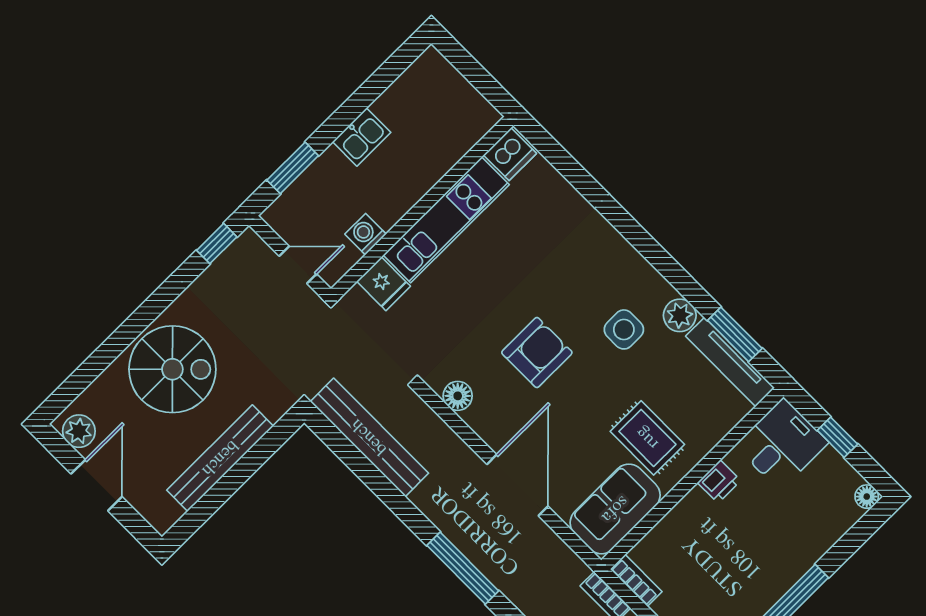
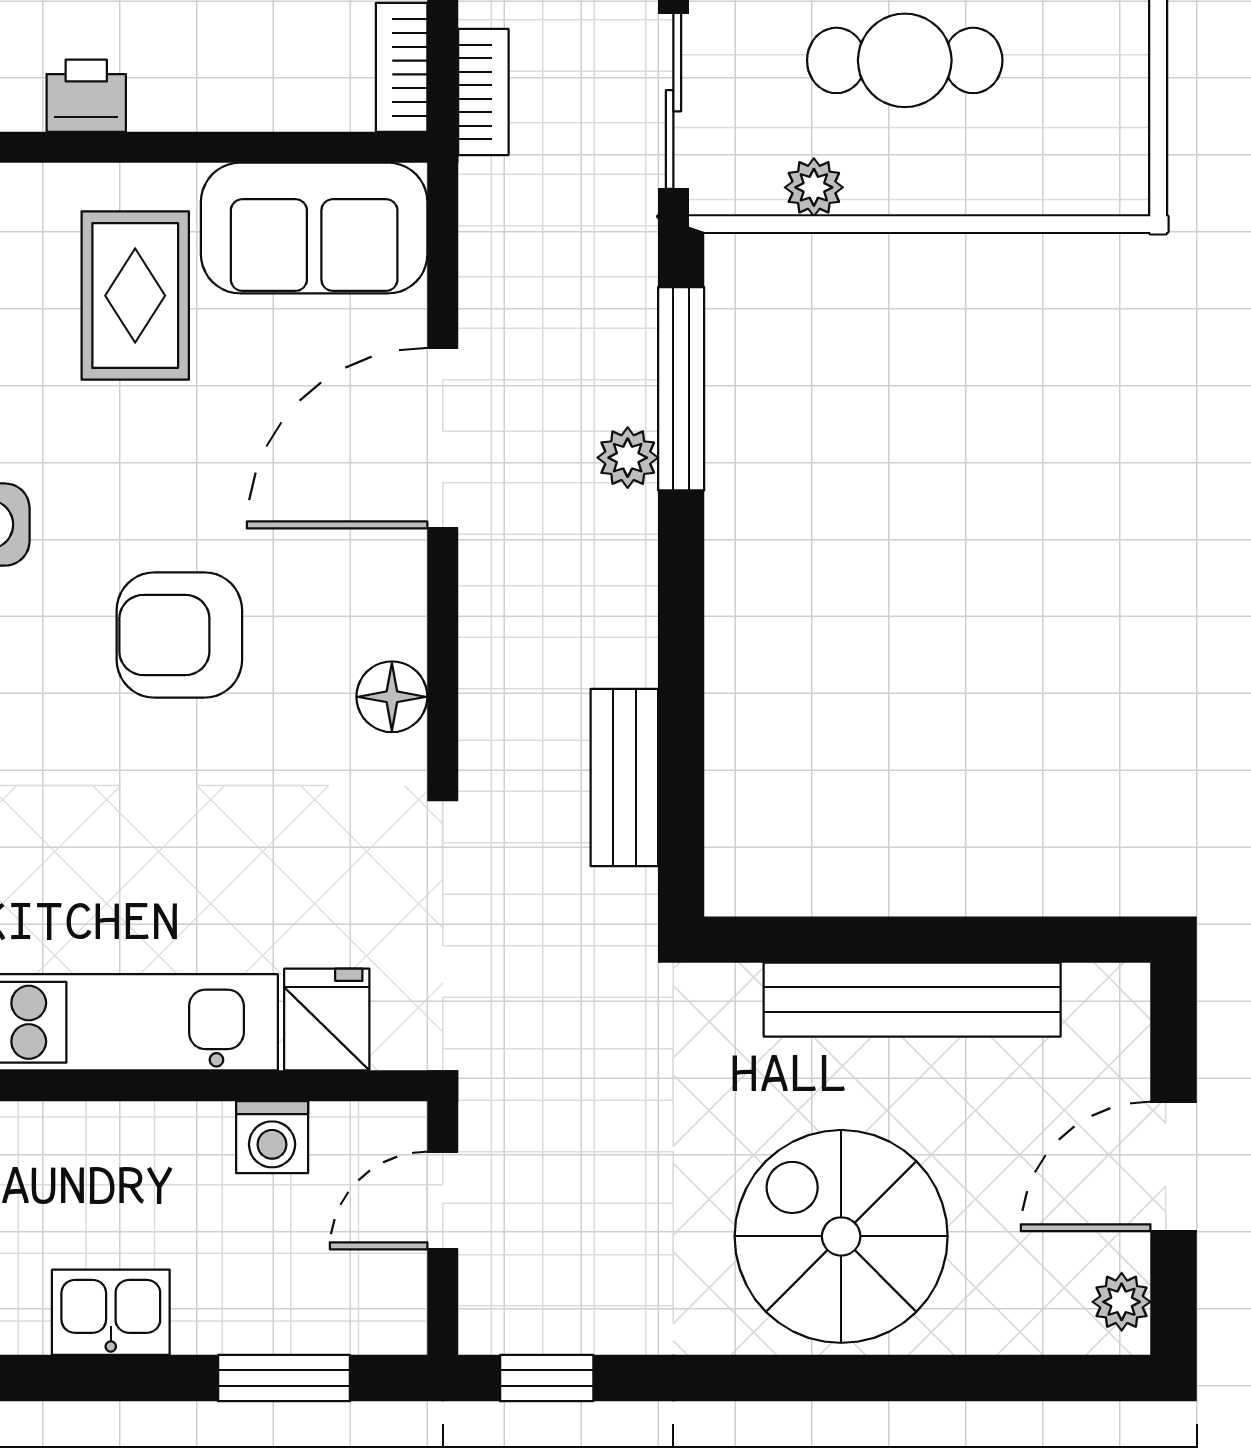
door: (298, 265) -> (443, 1201), hinge flipped
plant: (79, 431) -> (1122, 1302), width x0.73, depth x0.73
bench: (369, 437) -> (624, 778), width x0.54, depth x0.82
plant: (458, 533) -> (628, 458), added

